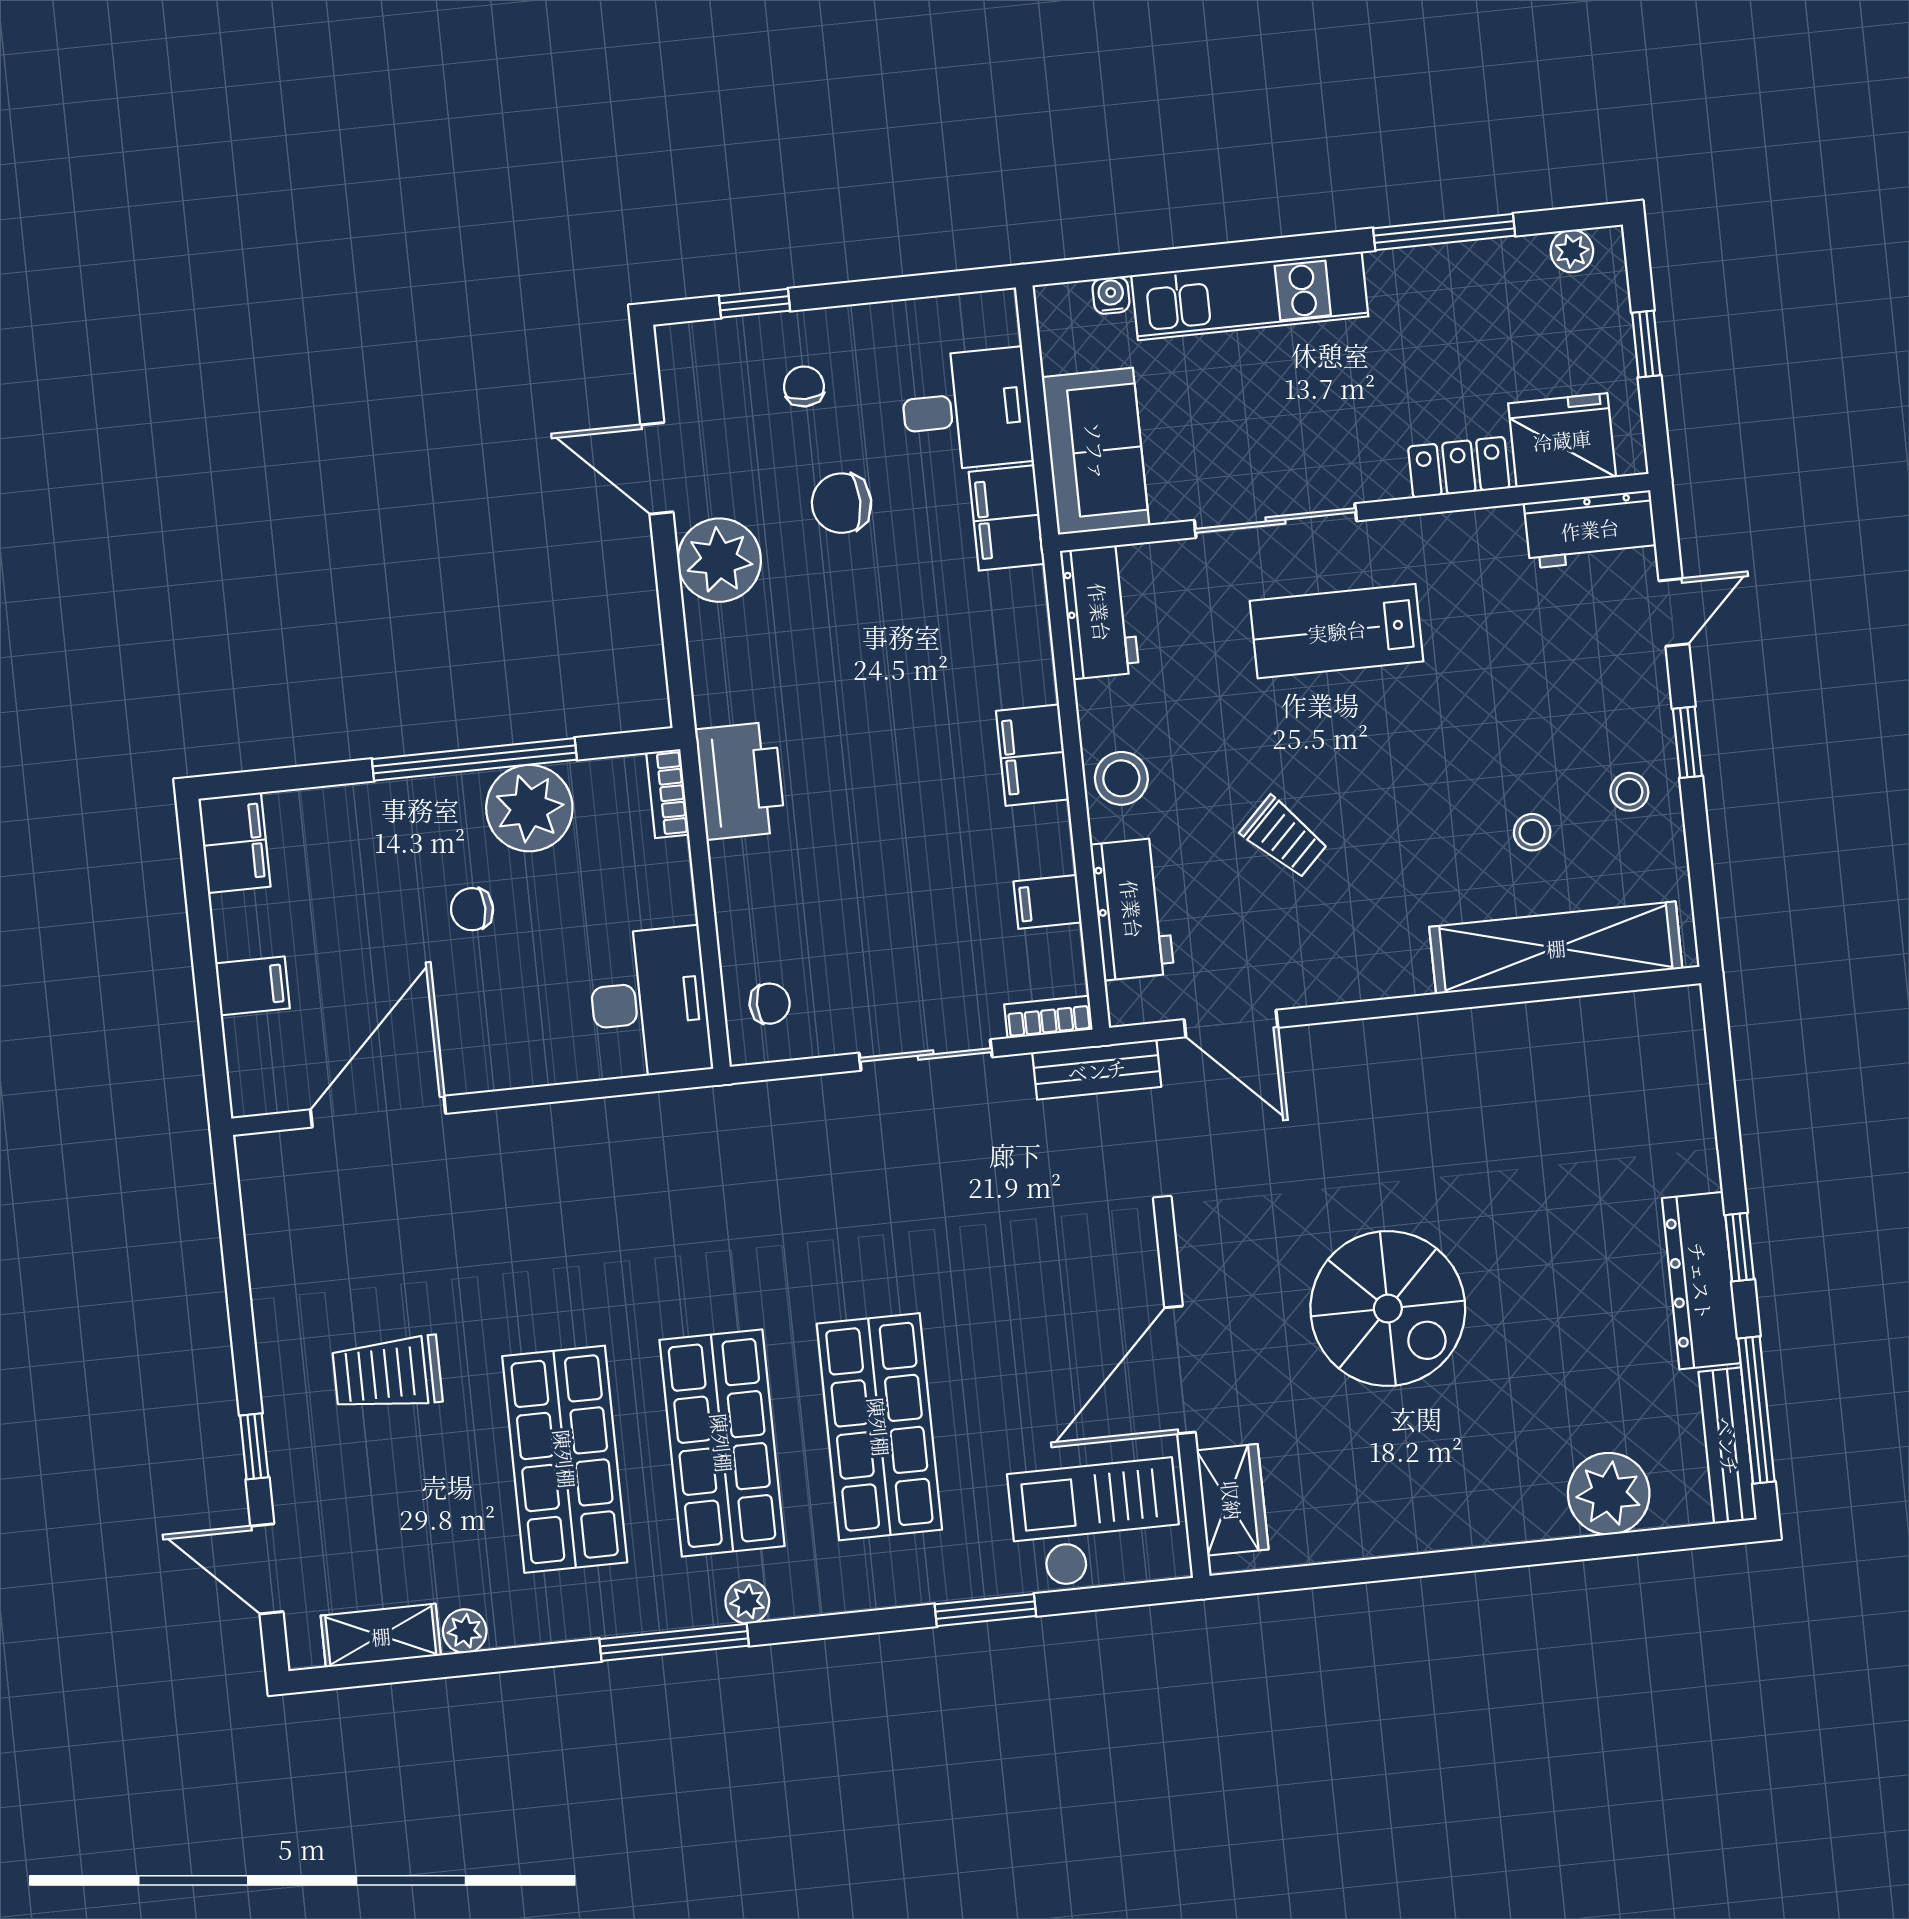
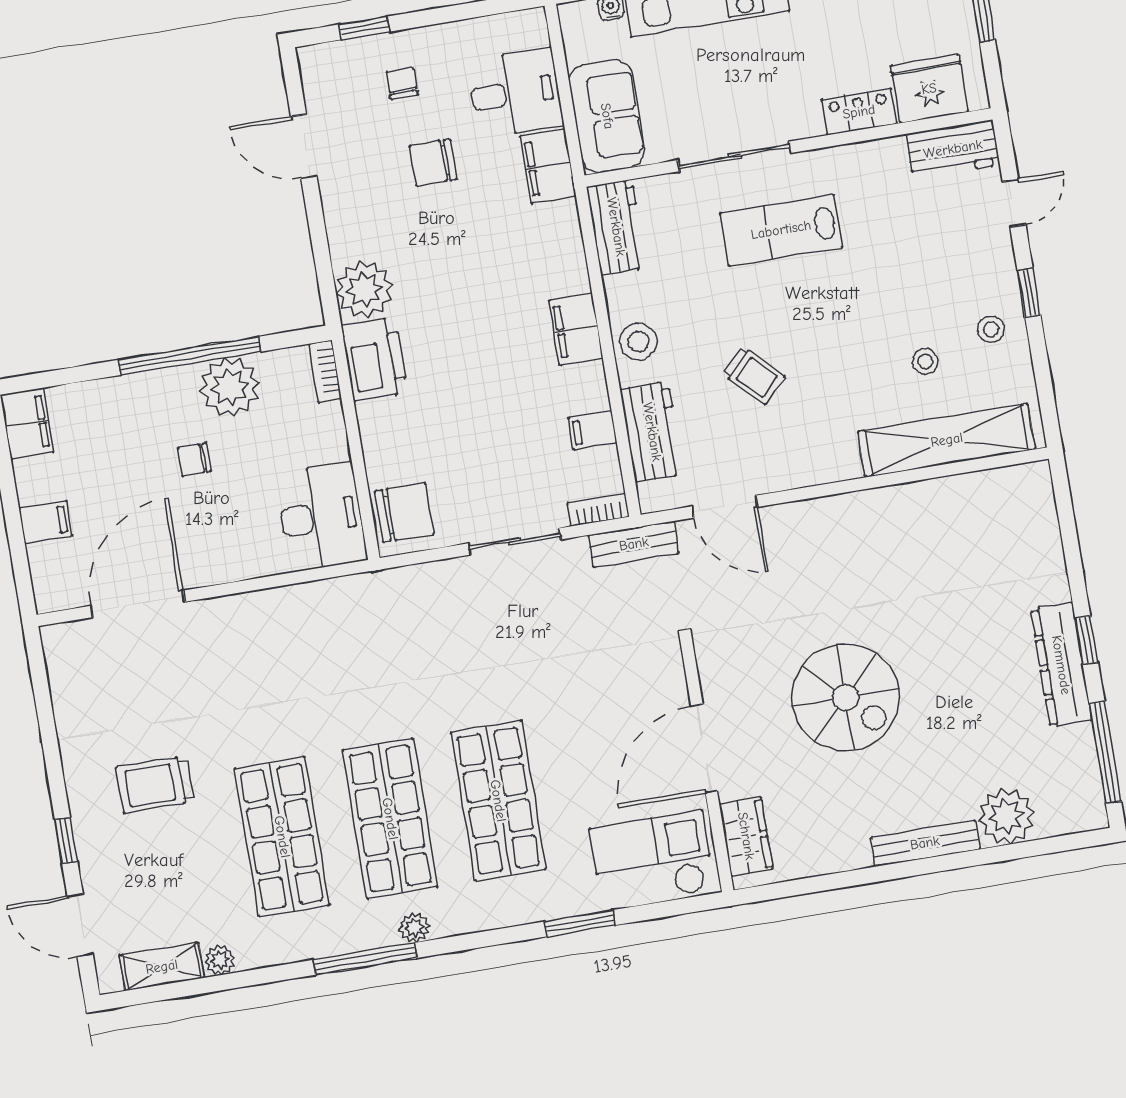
plant: (719, 560) -> (364, 289), moved
chair: (770, 1004) -> (404, 512), width x1.87, depth x1.87
bench: (1728, 1446) -> (925, 843), moved, turned 90

